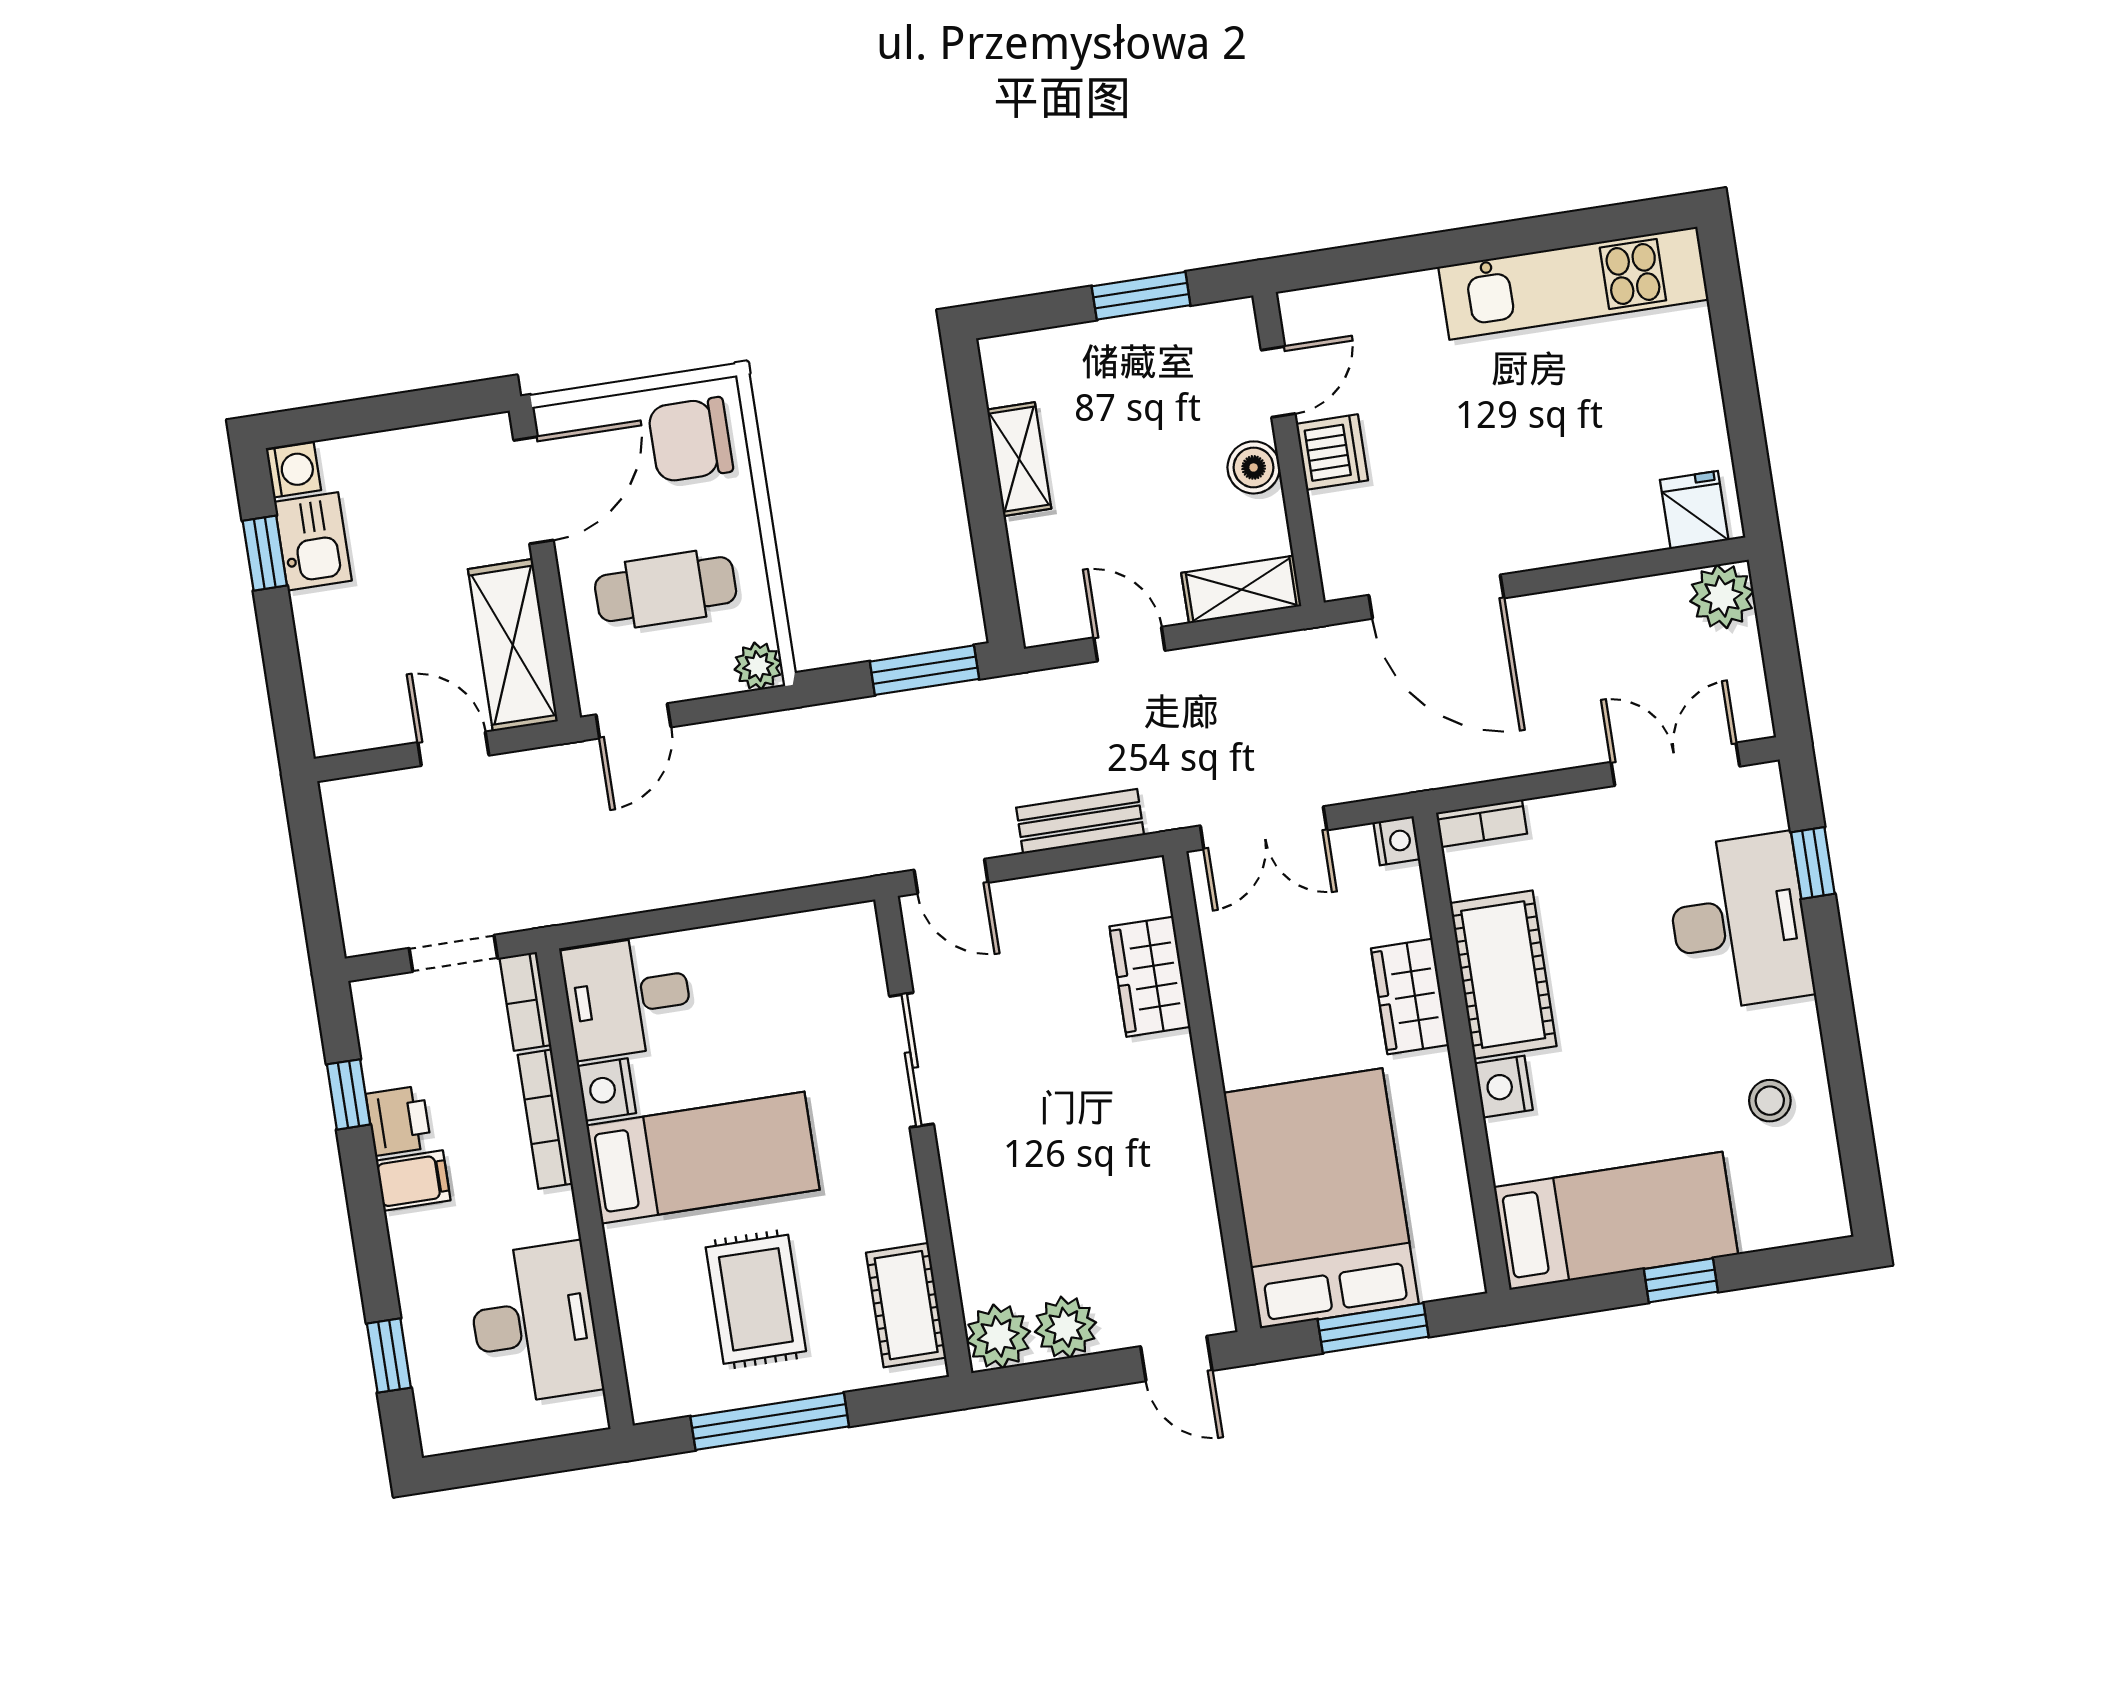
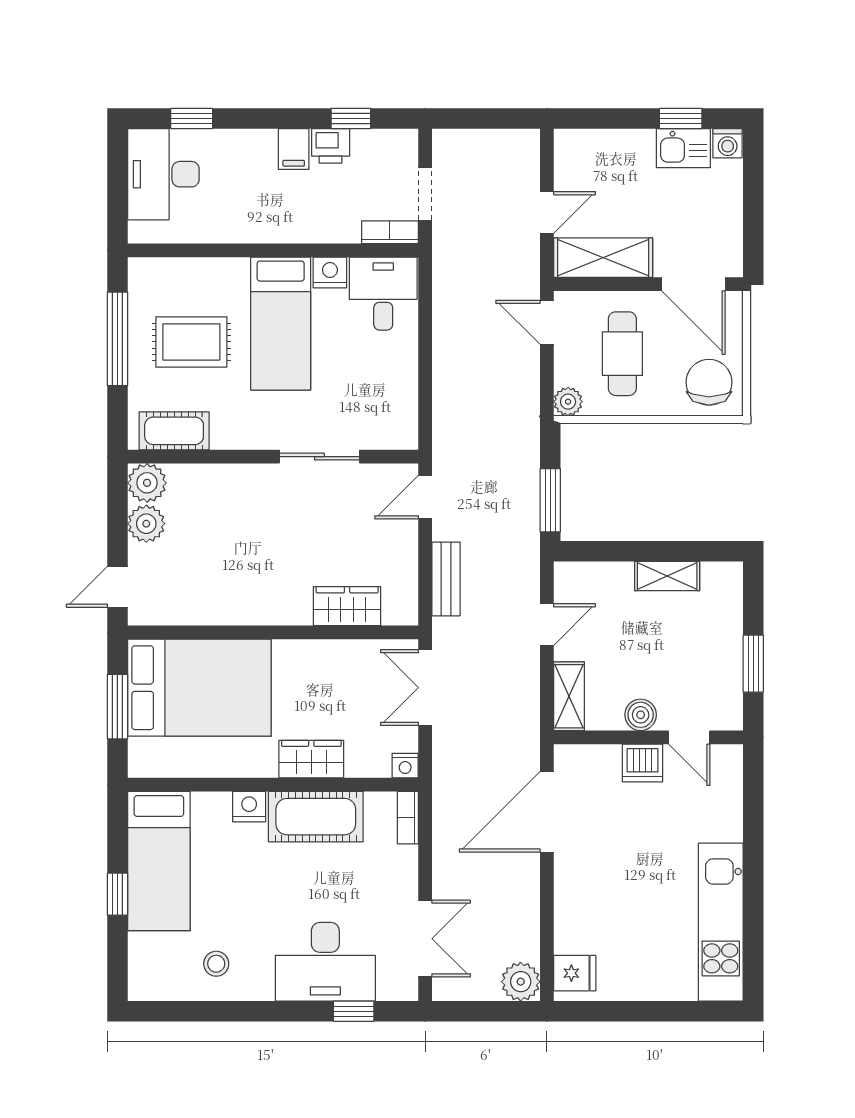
bookcase: (545, 1119) -> (318, 233), removed
desk: (534, 1323) -> (163, 174), moved, turned 90

